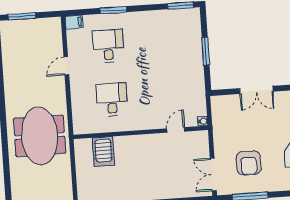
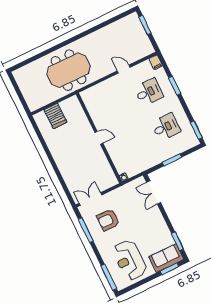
double door: (256, 90) -> (154, 192), moved
desk: (112, 99) -> (166, 127), moved
door: (176, 130) -> (99, 138), moved
server rack: (103, 152) -> (56, 116), moved, turned -90

